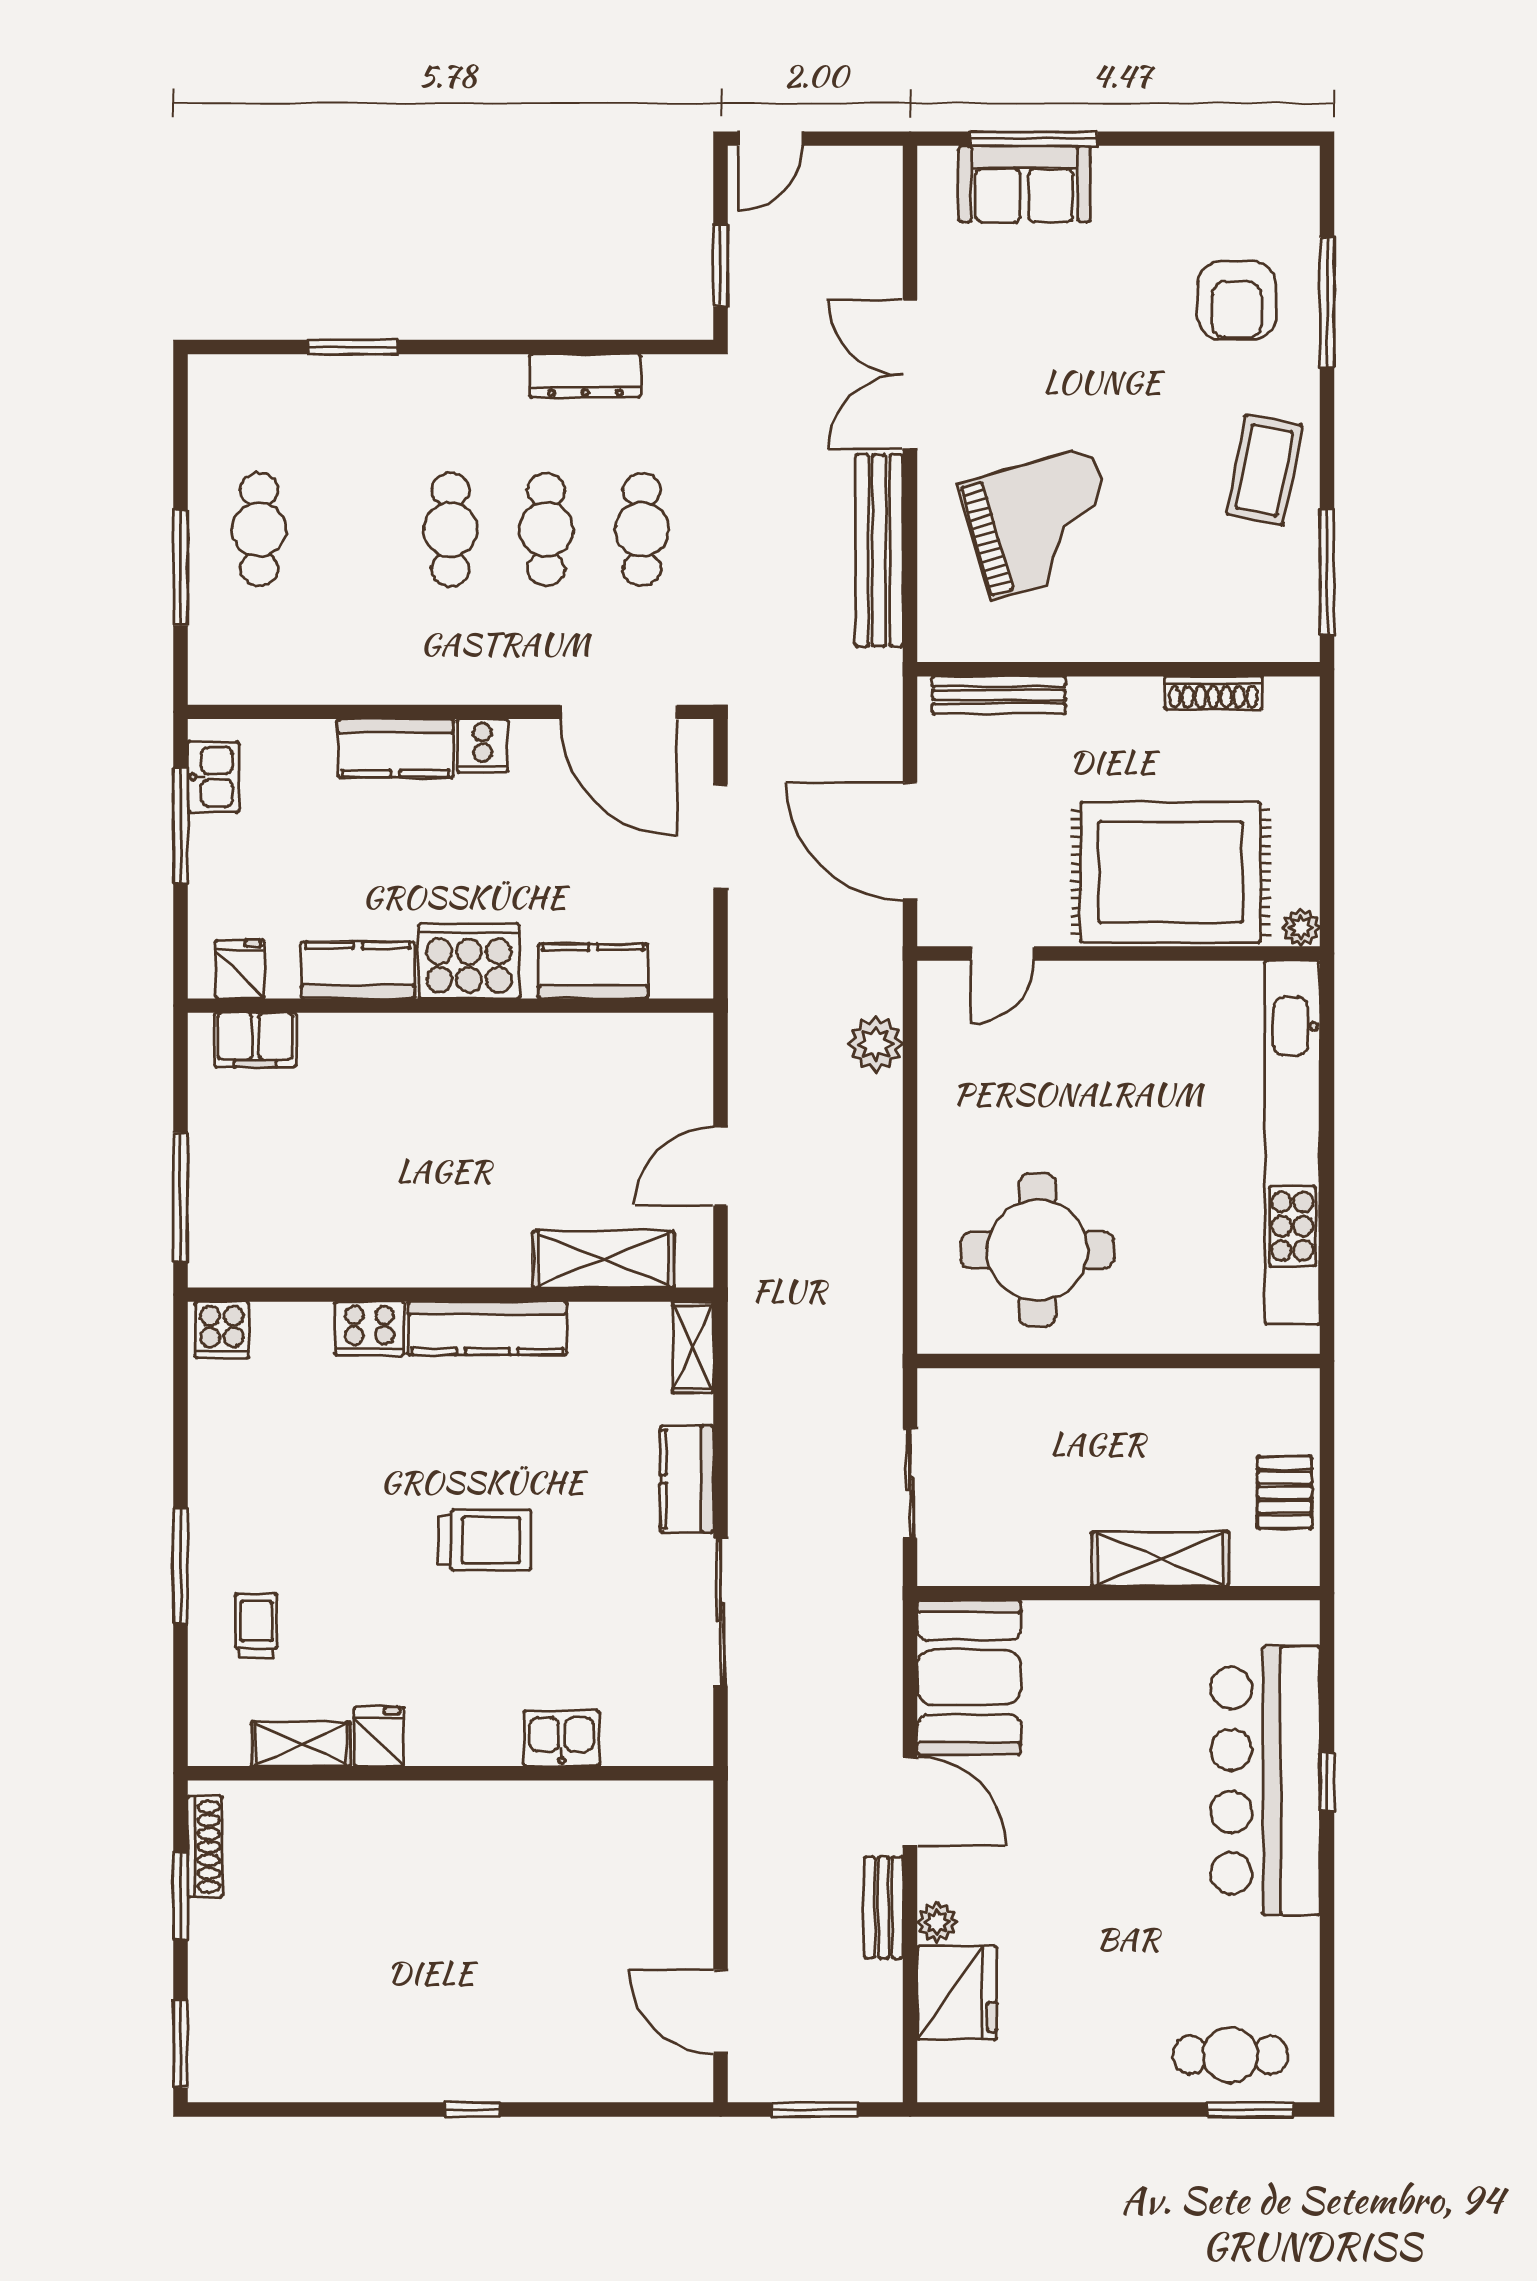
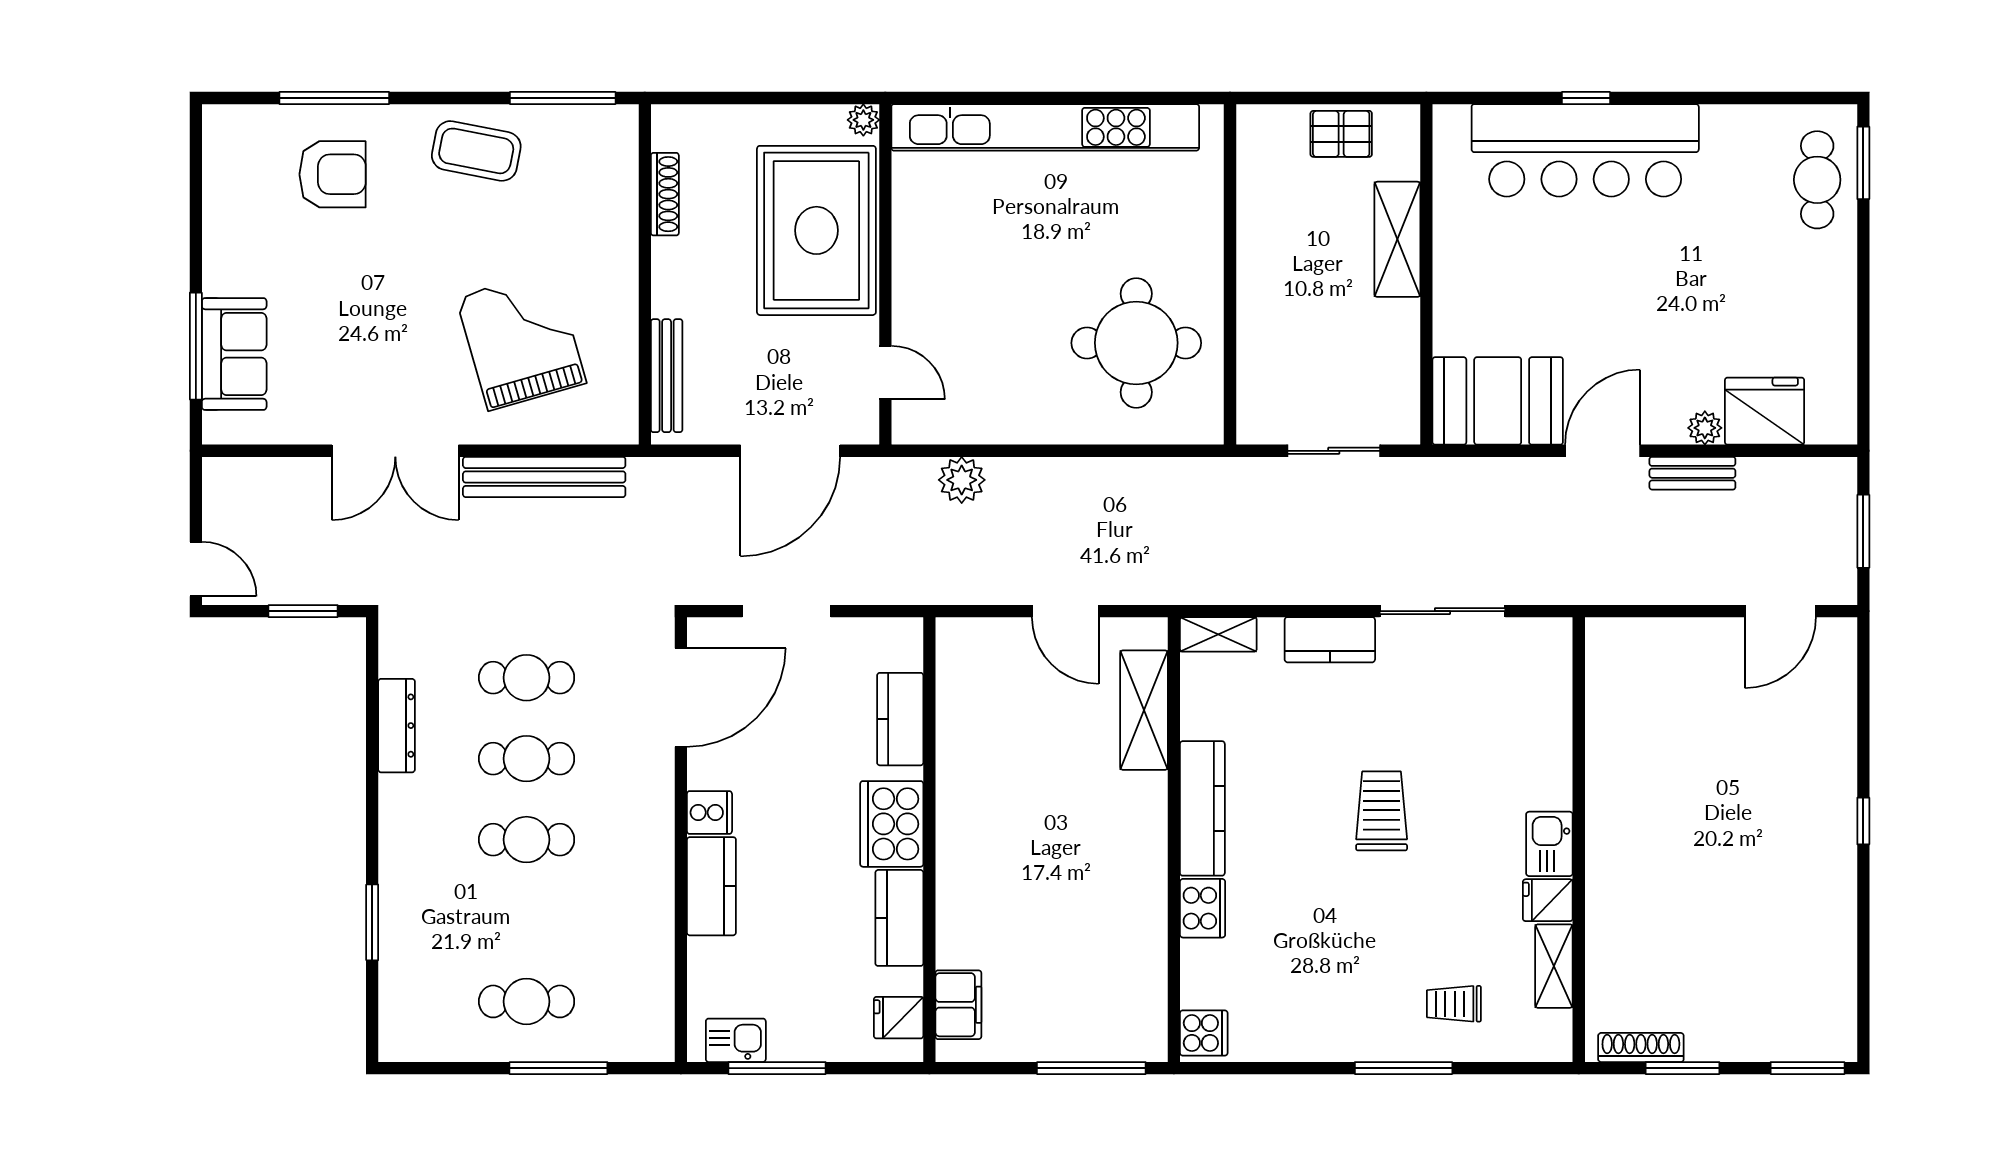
kitchen sink: (562, 1738) -> (1549, 844), moved

